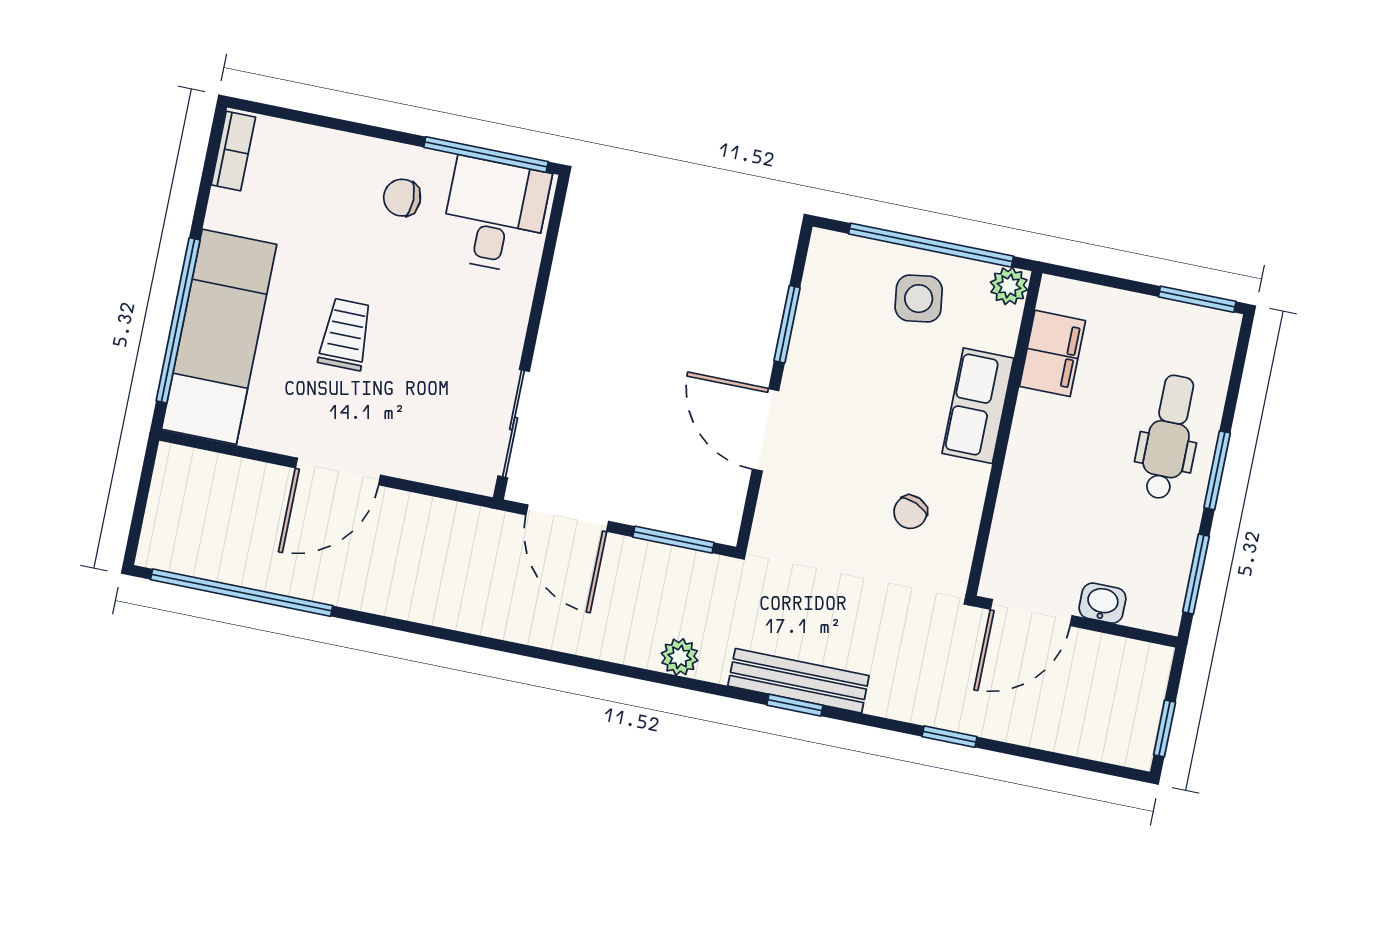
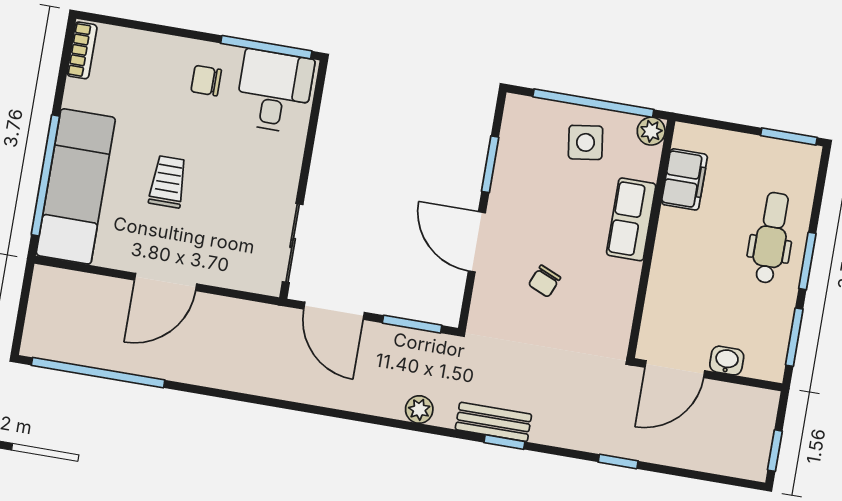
chair: (910, 512) -> (545, 281), moved
bench: (798, 681) -> (493, 422), width x0.73

